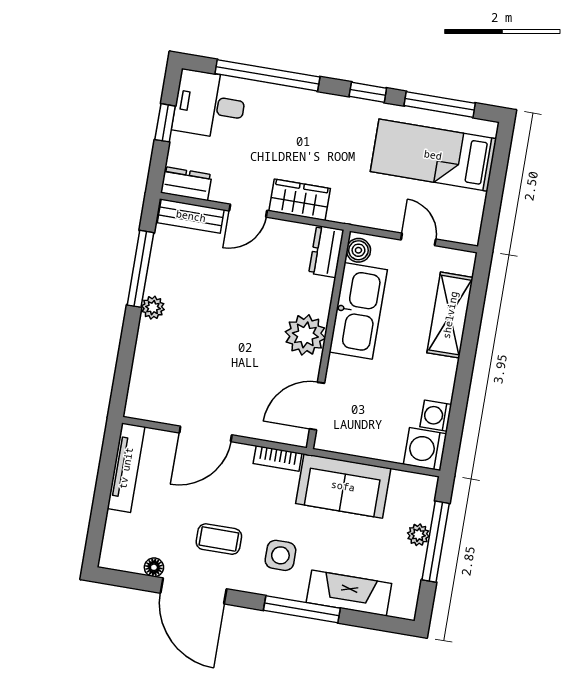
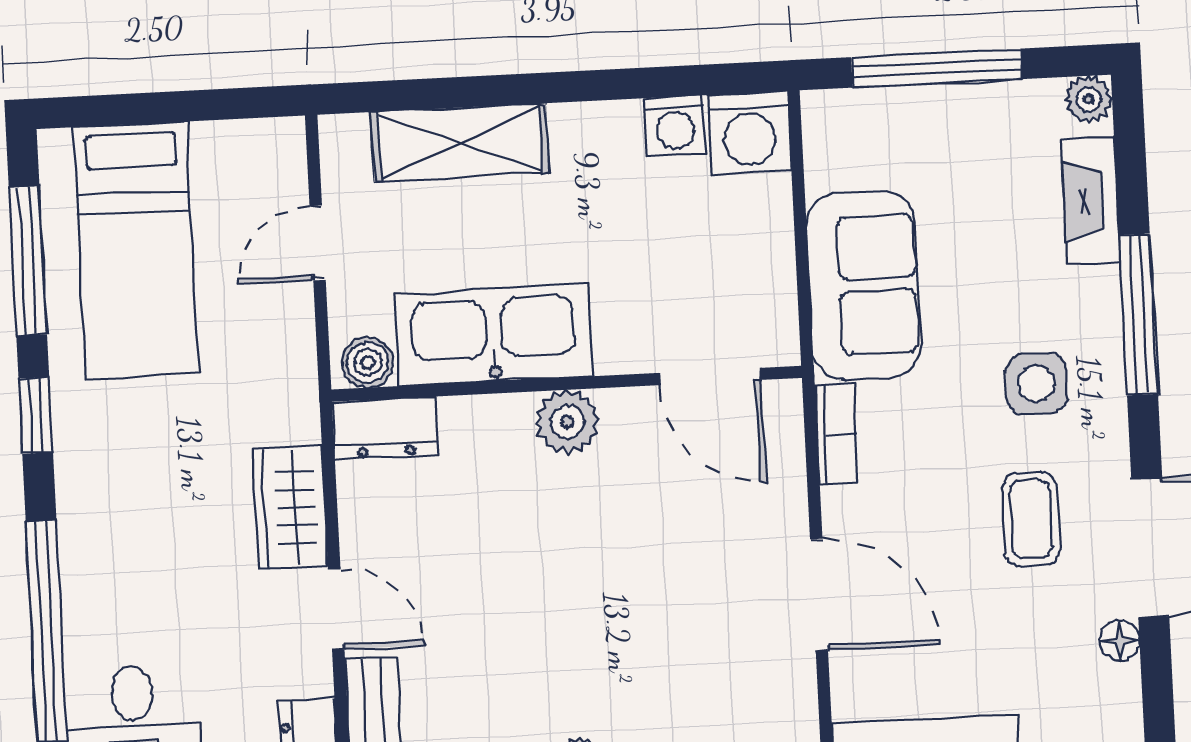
plant: (305, 335) -> (567, 422), width x0.73, depth x0.73
plant: (418, 535) -> (1089, 99), moved
fireplace: (349, 593) -> (1090, 201), width x0.73, depth x0.76

